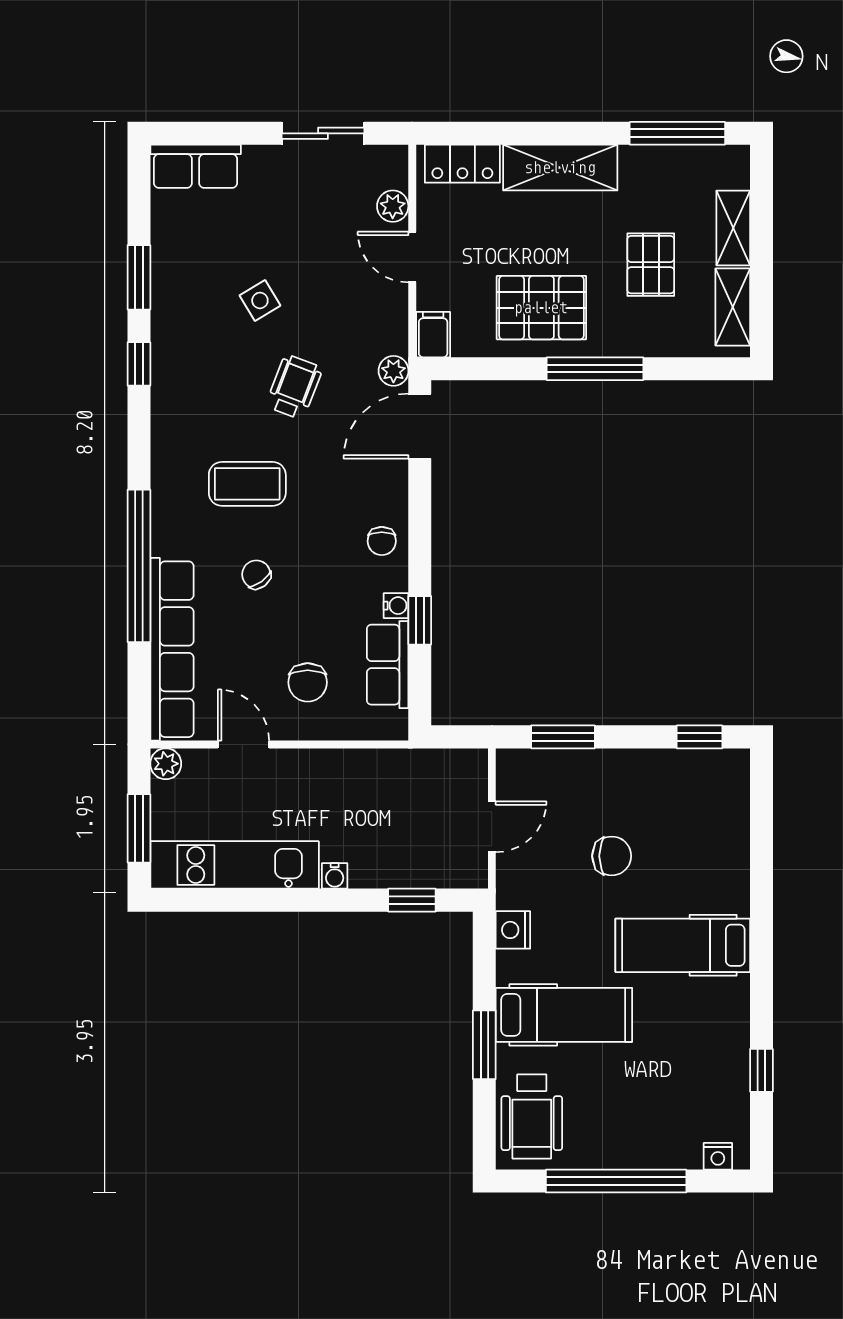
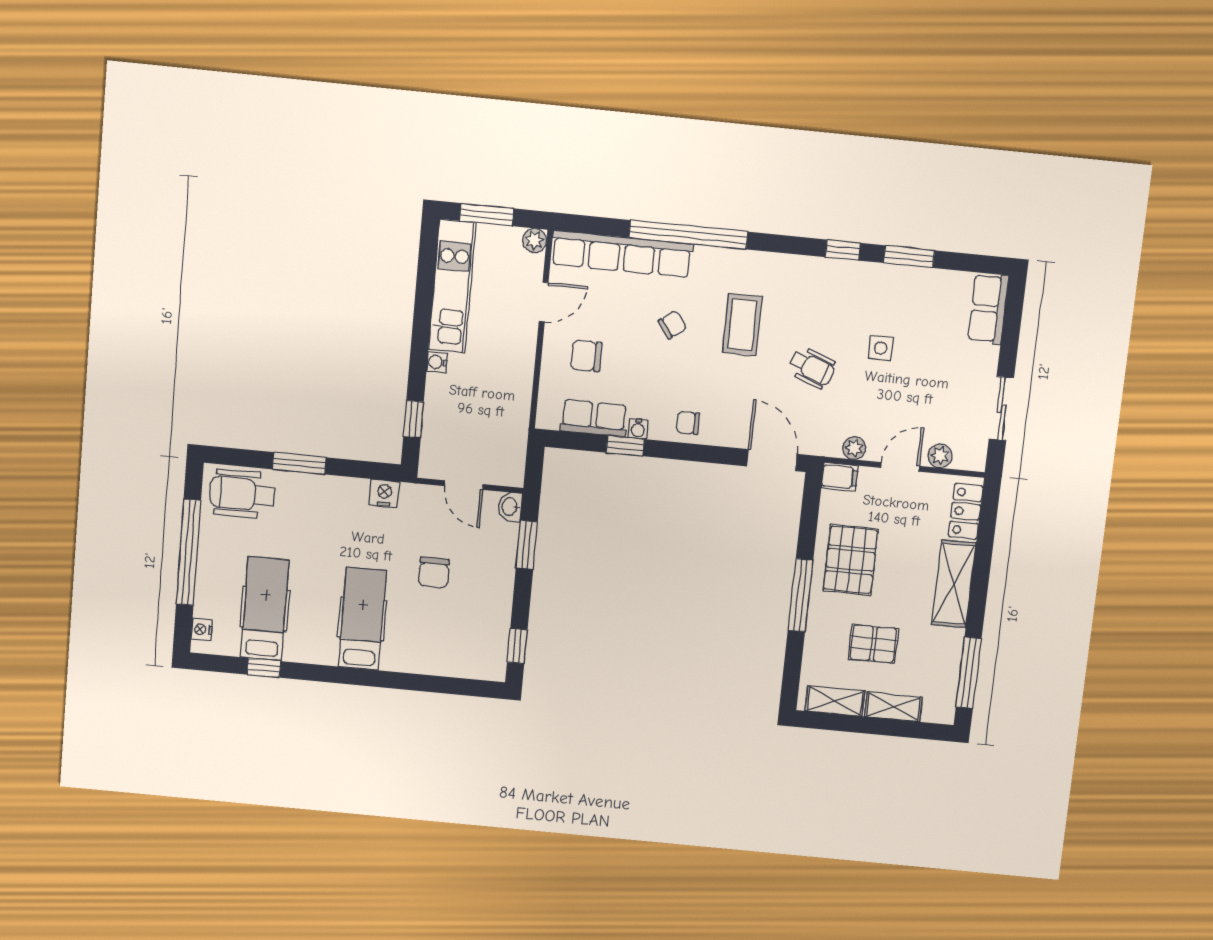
side table: (260, 300) -> (881, 348), turned 31
plant: (393, 371) -> (854, 448), moved
washbasin: (515, 763) -> (510, 507), added
hospital bed: (564, 1015) -> (265, 609), moved, turned 180

